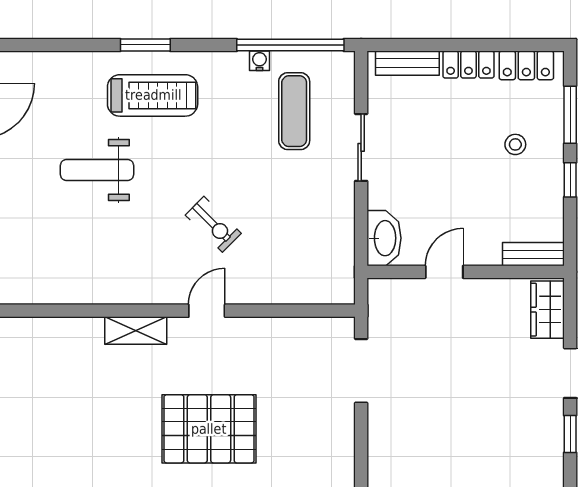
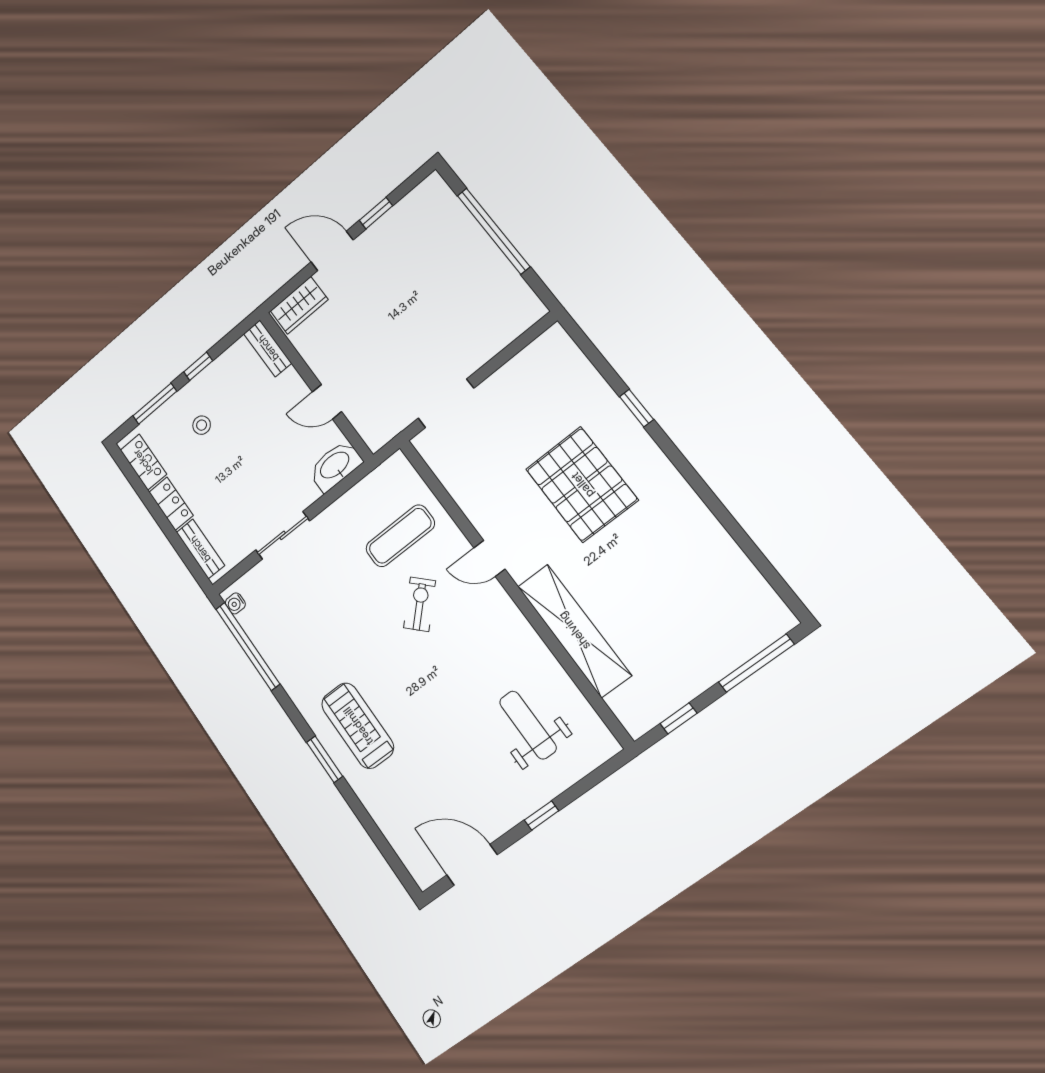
water cooler: (259, 61) -> (235, 603), moved
exercise mat: (294, 111) -> (400, 536), moved
weight bench: (97, 170) -> (528, 725), moved, turned 180
shelving: (136, 331) -> (574, 631), width x2.20, depth x1.33

